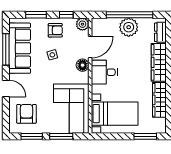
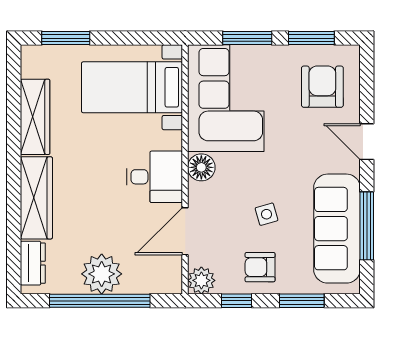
floor lamp: (83, 65) -> (201, 167), moved
armchair: (26, 114) -> (322, 87), turned 180

